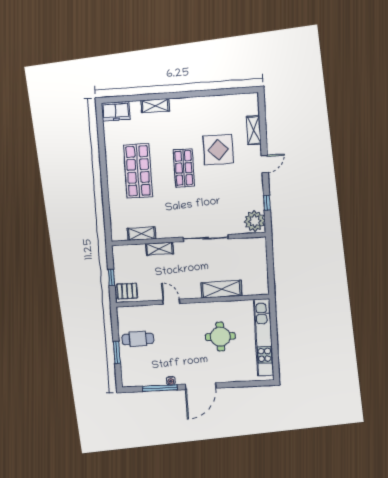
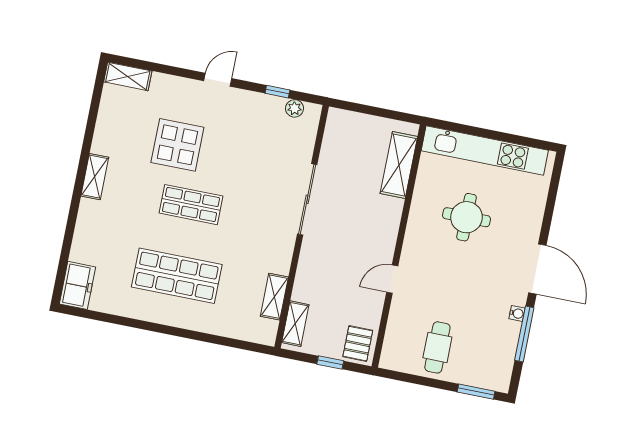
shelving: (155, 106) -> (95, 177), moved
shelving: (254, 130) -> (128, 76), moved
door: (265, 164) -> (218, 80), hinge flipped
plant: (255, 221) -> (295, 108), width x0.53, depth x0.53
shelving: (160, 249) -> (295, 324), moved
shelving: (222, 289) -> (399, 165), moved
window: (117, 352) -> (476, 392), moved

